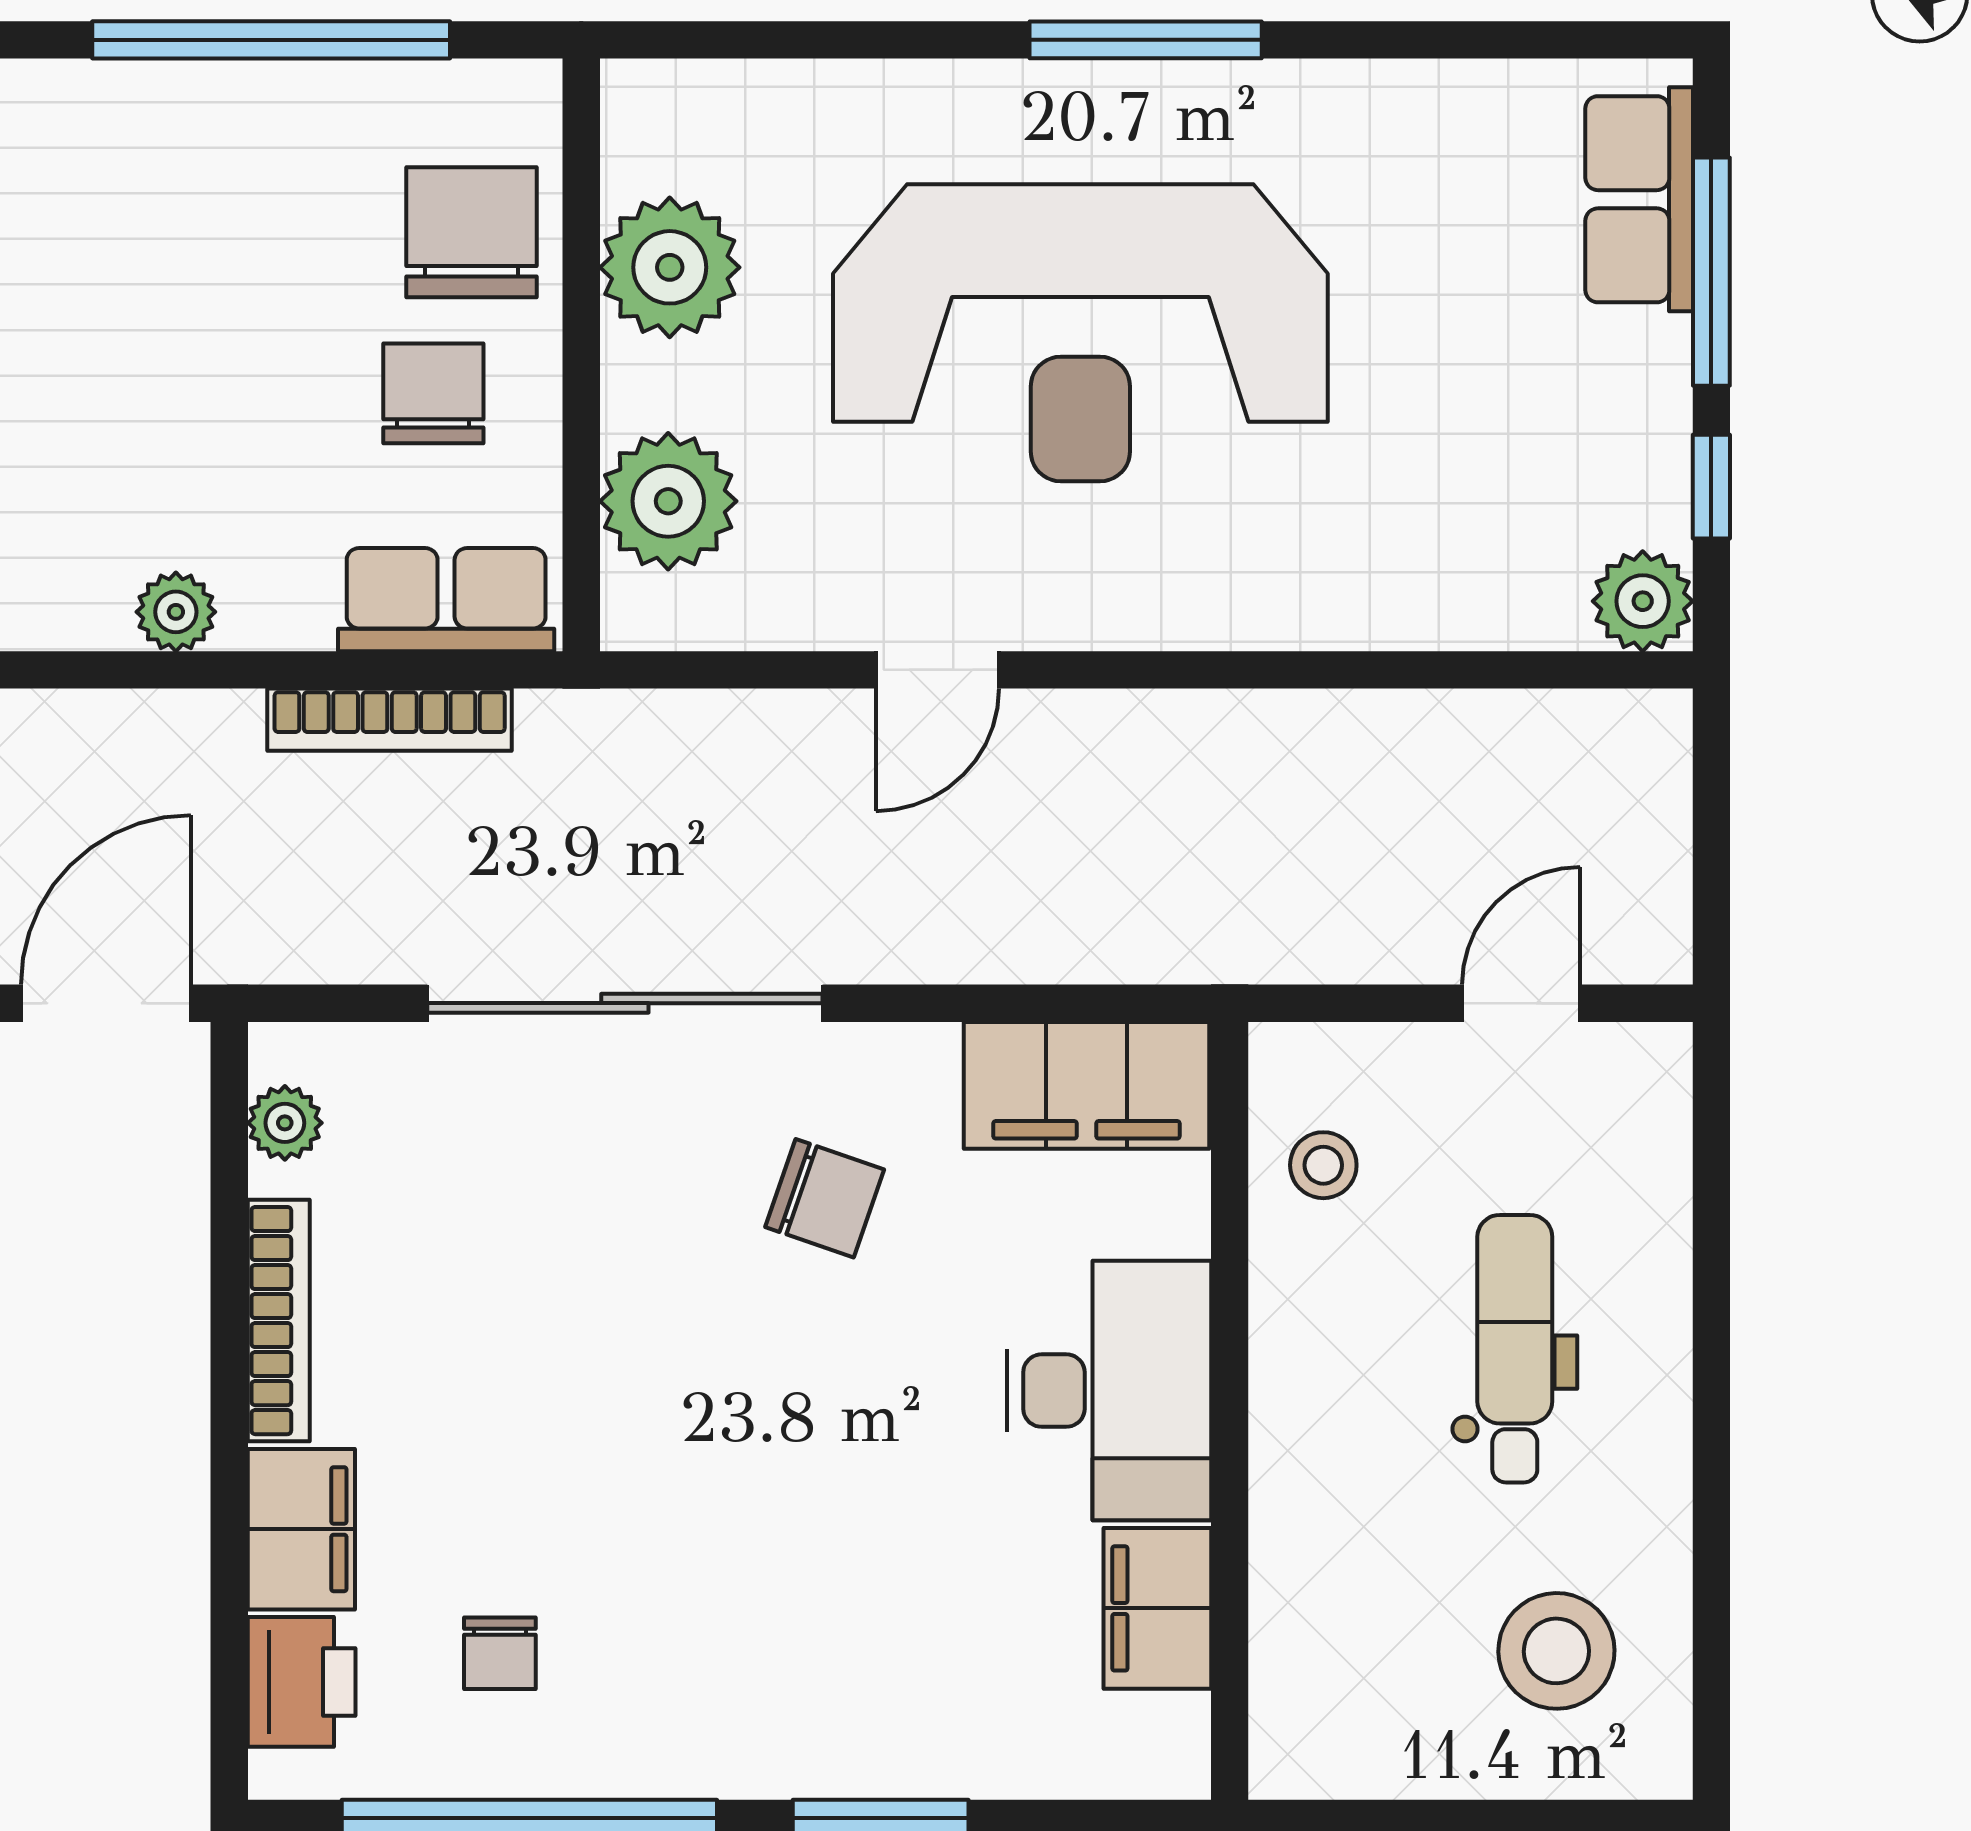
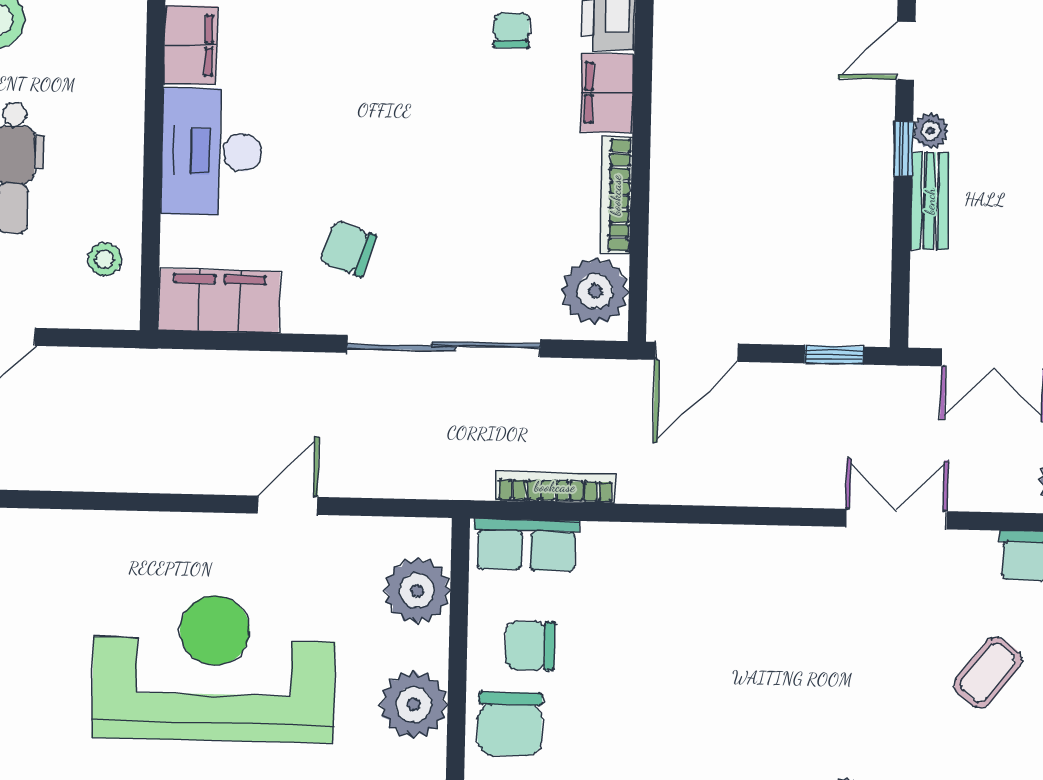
chair: (433, 393) -> (530, 646), turned 90
plant: (176, 612) -> (658, 542), removed
plant: (285, 1123) -> (595, 291), width x1.88, depth x1.88

